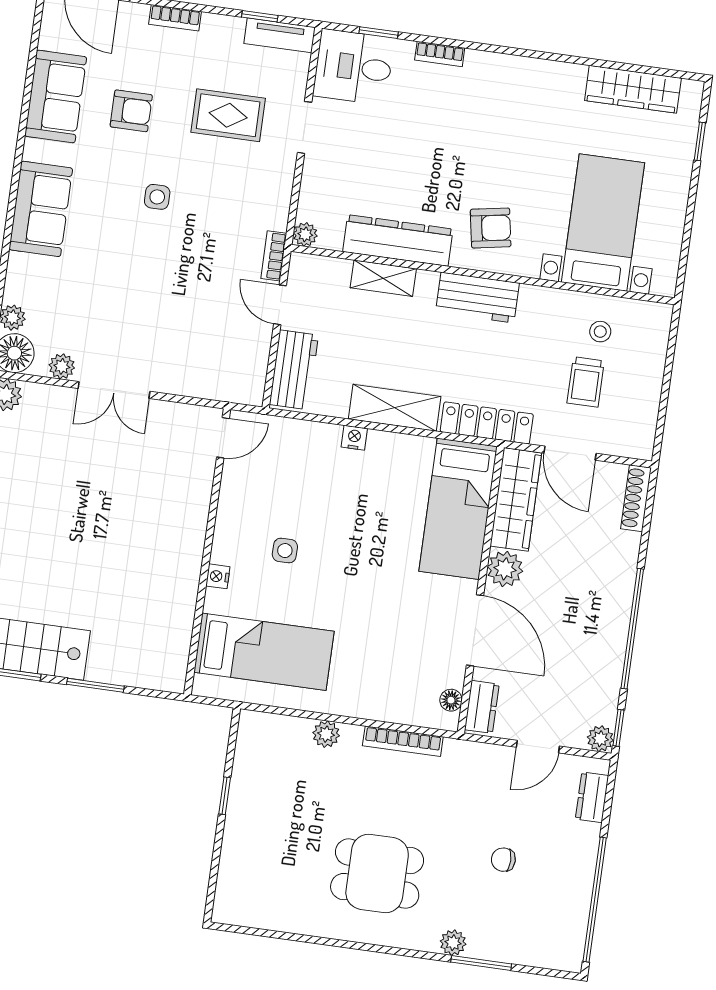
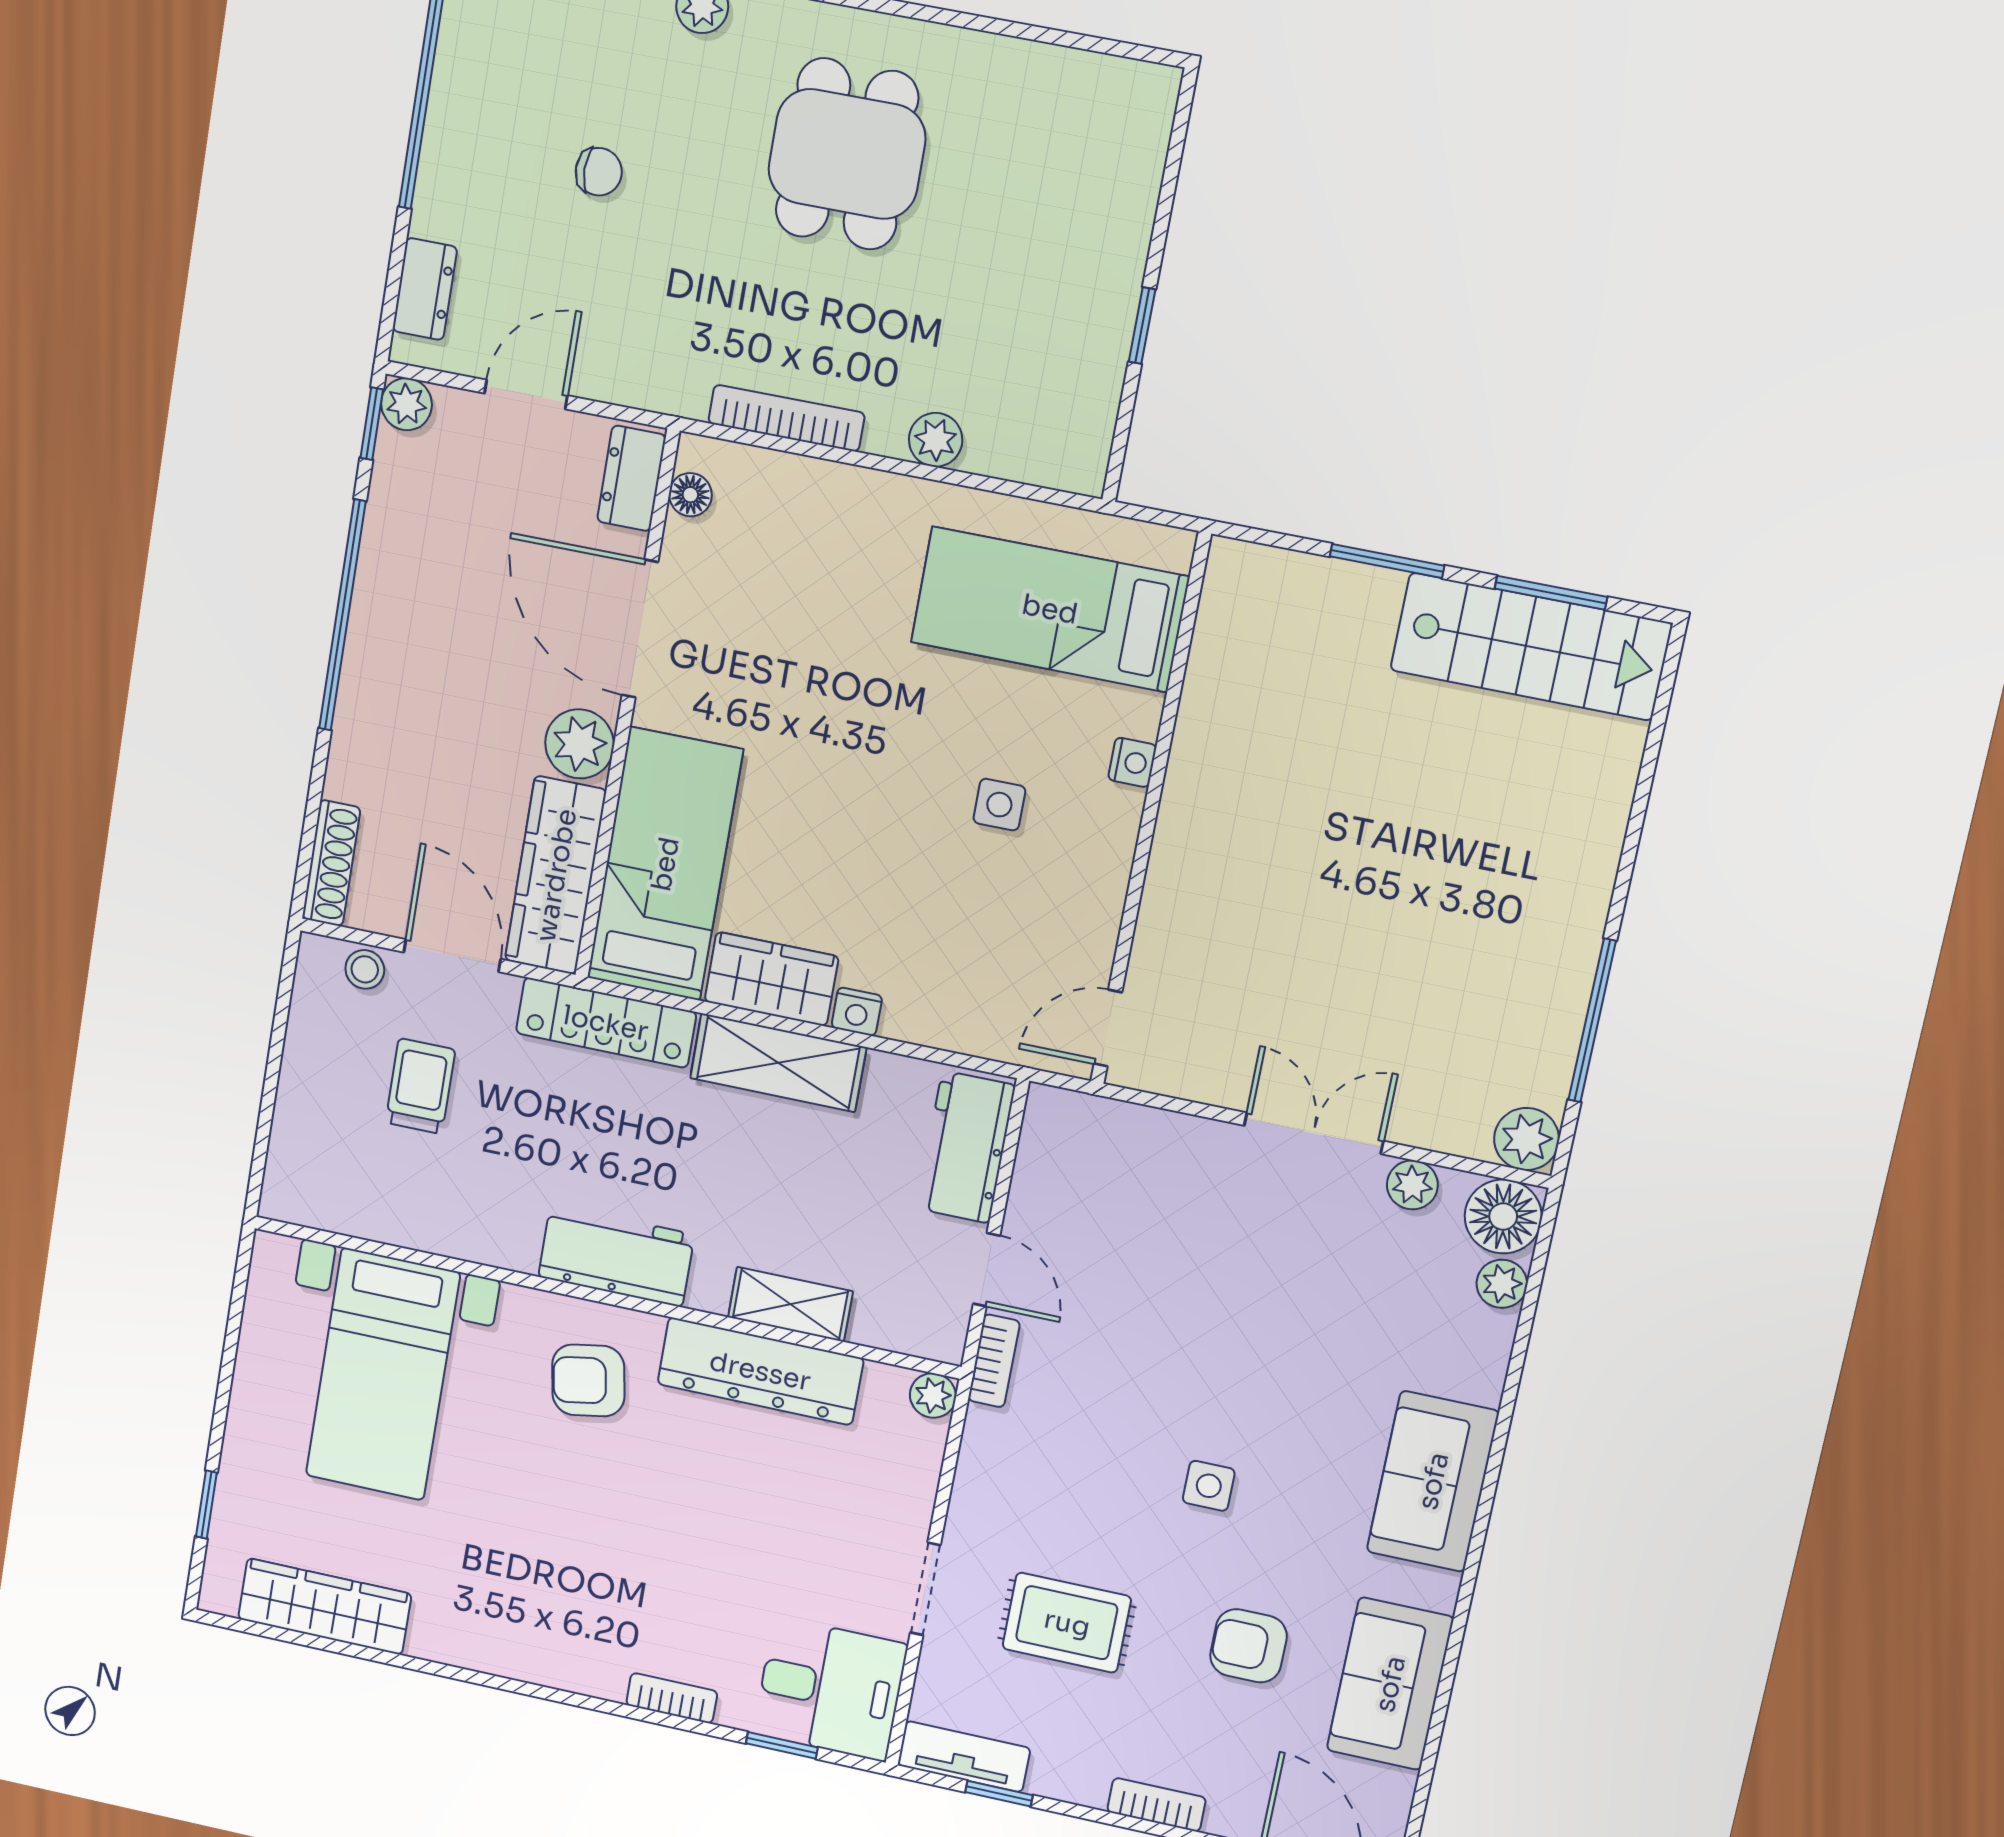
stool: (600, 332) -> (365, 969), moved
wardrobe: (400, 452) -> (772, 979), added
dining table: (377, 874) -> (847, 154), turned 90

